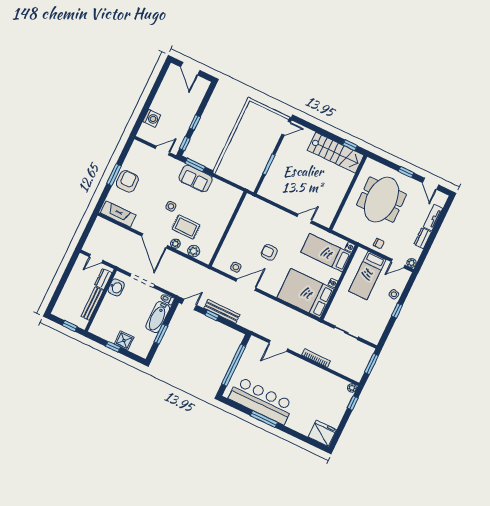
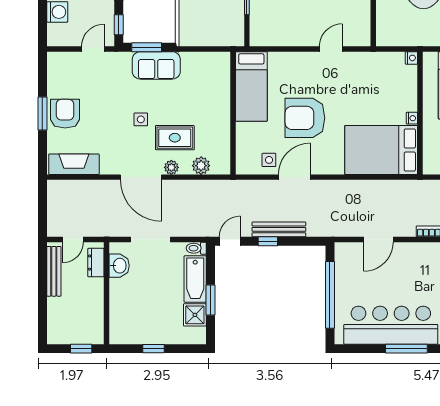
armchair: (269, 252) -> (305, 118), width x1.88, depth x1.88
bed: (326, 253) -> (251, 87), moved, turned -90
bench: (92, 304) -> (54, 271), moved
shower: (124, 341) -> (195, 315), moved

